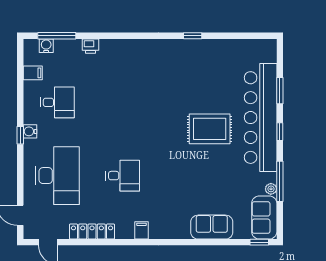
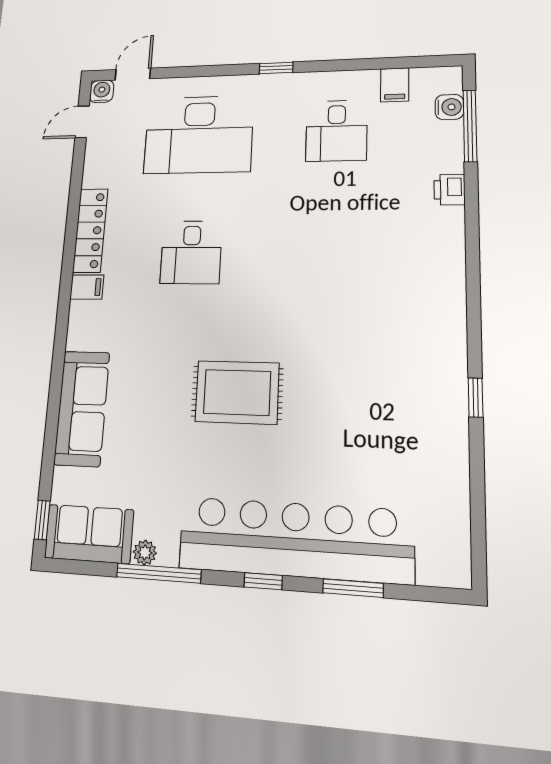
rug: (210, 129) -> (237, 392), moved, turned 90
water cooler: (30, 131) -> (102, 91), moved
sofa: (212, 227) -> (82, 408), width x1.36
locker: (92, 231) -> (90, 230), moved

